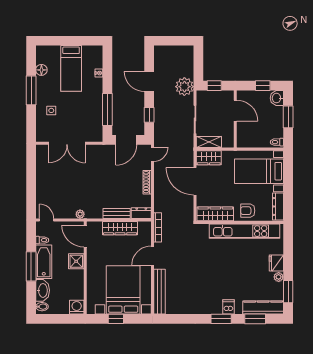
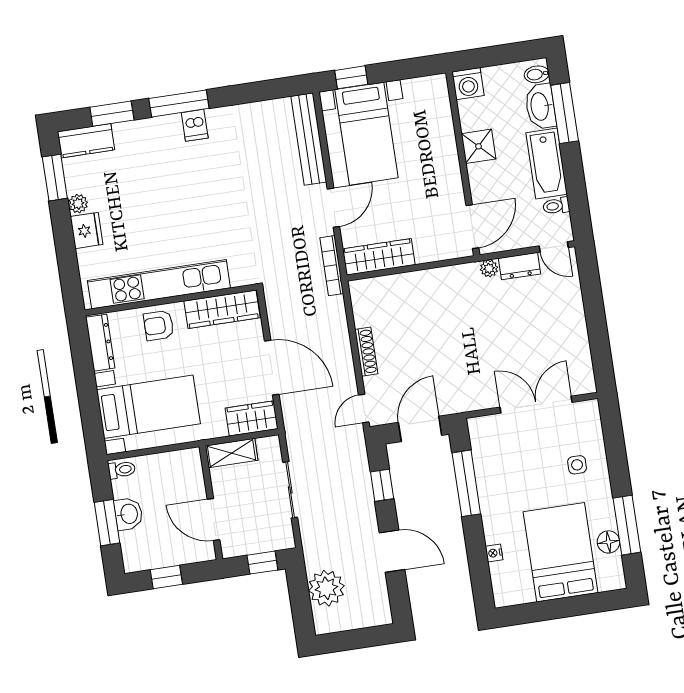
bed: (71, 68) -> (561, 552), width x1.50
plant: (184, 87) -> (326, 588), moved
window: (31, 90) -> (627, 525), moved
washbasin: (277, 98) -> (128, 514), moved
shelving: (209, 142) -> (232, 453), moved
armchair: (248, 211) -> (159, 325), turned 180
bench: (117, 213) -> (417, 281), removed
dresser: (141, 213) -> (519, 266), moved
wardrobe: (120, 228) -> (379, 257), moved
door: (85, 236) -> (472, 227), hinge flipped
shower: (76, 261) -> (479, 146), moved
window: (31, 266) -> (565, 113), moved
bed with nightstands: (123, 290) -> (367, 134), width x0.73
dishwasher: (228, 307) -> (195, 125), moved
kitchen counter: (263, 308) -> (86, 141), width x0.67
window: (116, 319) -> (351, 77), moved
window: (221, 319) -> (179, 103), width x1.44

